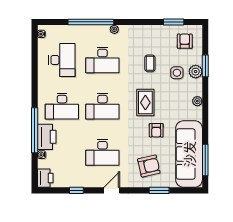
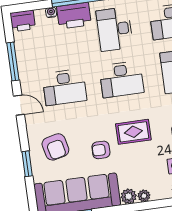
desk: (102, 106) -> (122, 79), turned -90
plant: (196, 113) -> (129, 196), added
desk: (102, 152) -> (64, 87), turned -90
window: (76, 190) -> (13, 61), width x2.17

